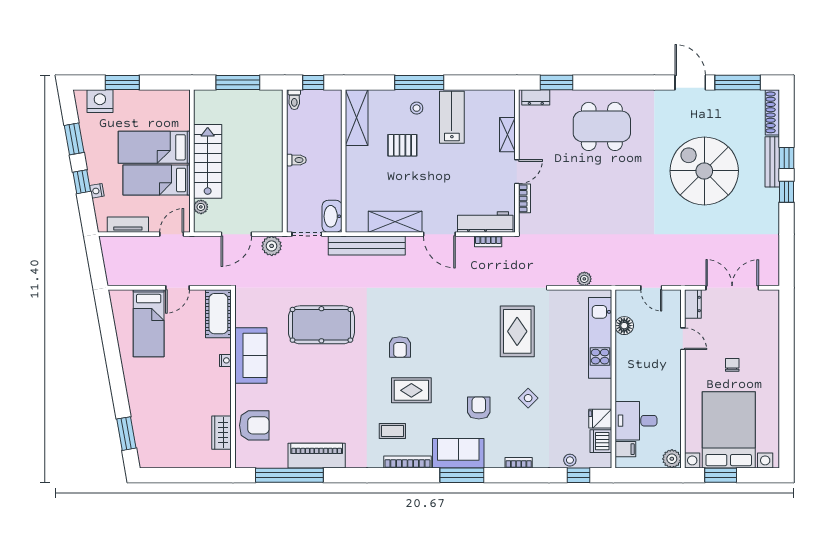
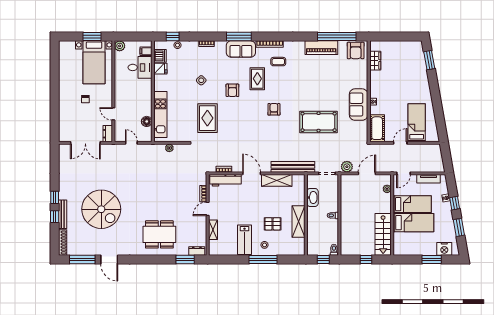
window: (238, 82) -> (366, 259), width x0.46
shelving: (357, 118) -> (299, 221), moved
stairs: (208, 161) -> (383, 234), moved
washbasin: (332, 216) -> (313, 197), moved
rug: (411, 390) -> (257, 79), moved, turned 90
armchair: (479, 408) -> (232, 90), moved
armchair: (254, 425) -> (356, 50), moved, turned -90
bed with nightstands: (729, 430) -> (94, 62), width x0.73

